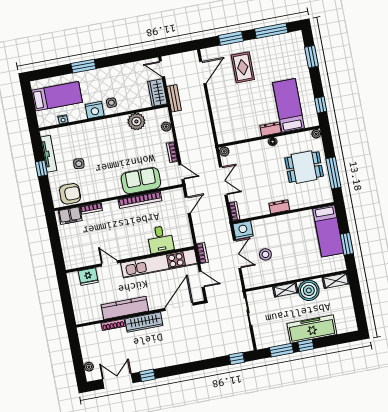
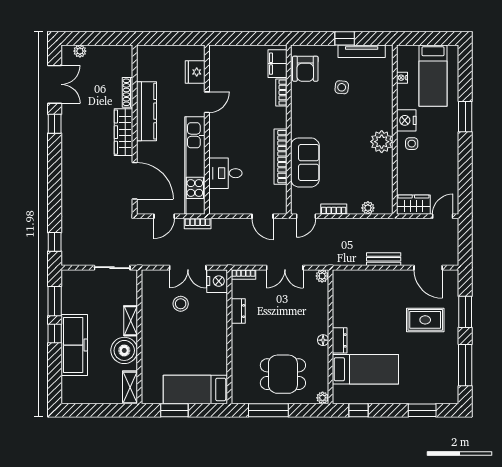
bench: (174, 98) -> (384, 259), moved
plant: (136, 122) -> (382, 142), moved
dining table: (304, 167) -> (283, 374), turned 90
dresser: (279, 207) -> (238, 311), moved

